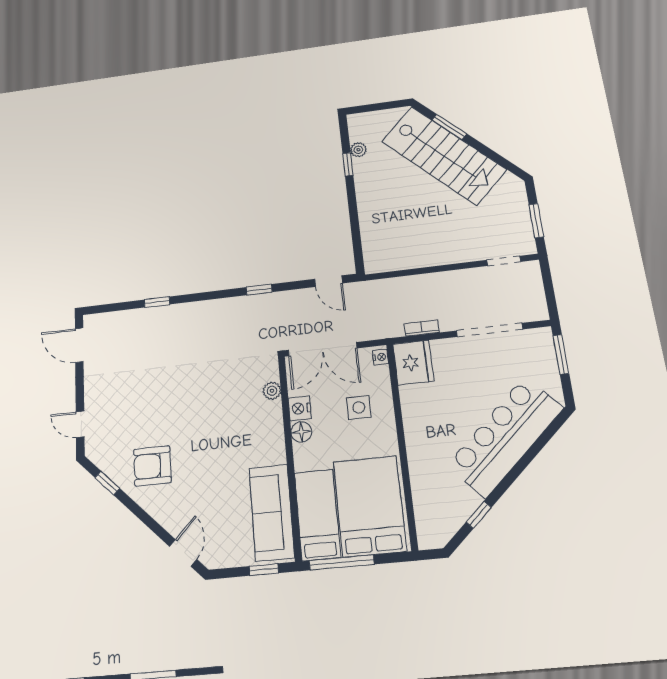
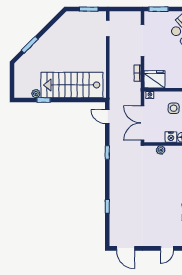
stairs: (443, 155) -> (72, 85), moved, turned -135
door: (329, 281) -> (107, 117), swing flipped
door: (79, 345) -> (126, 248), hinge flipped
double door: (323, 349) -> (142, 123), swing flipped

